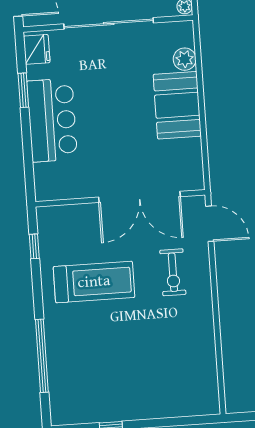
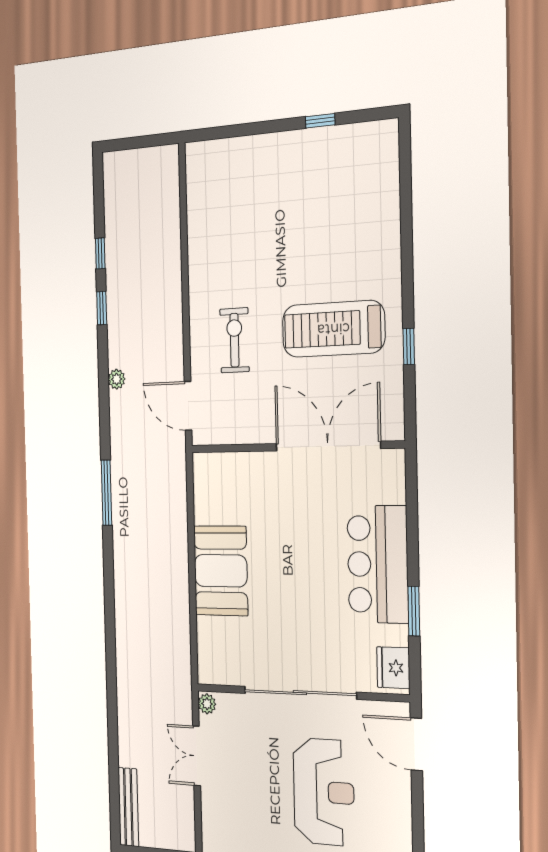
plant: (185, 59) -> (210, 632), removed
double door: (139, 197) -> (328, 446), moved
window: (34, 246) -> (409, 346), moved
window: (42, 356) -> (406, 222), removed

